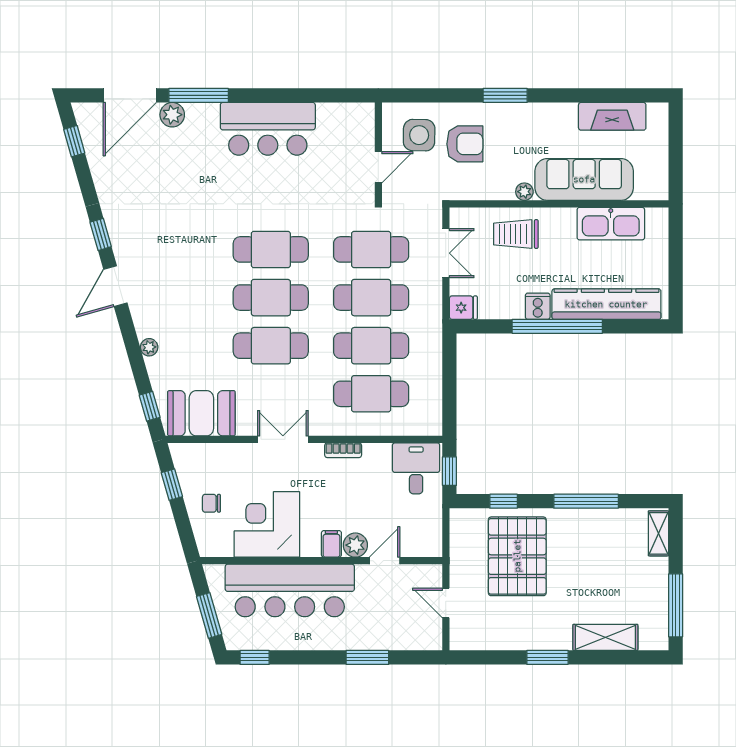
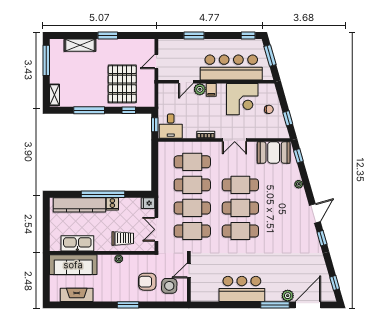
sofa: (584, 179) -> (73, 265), moved
door: (446, 603) -> (156, 61), swing flipped

